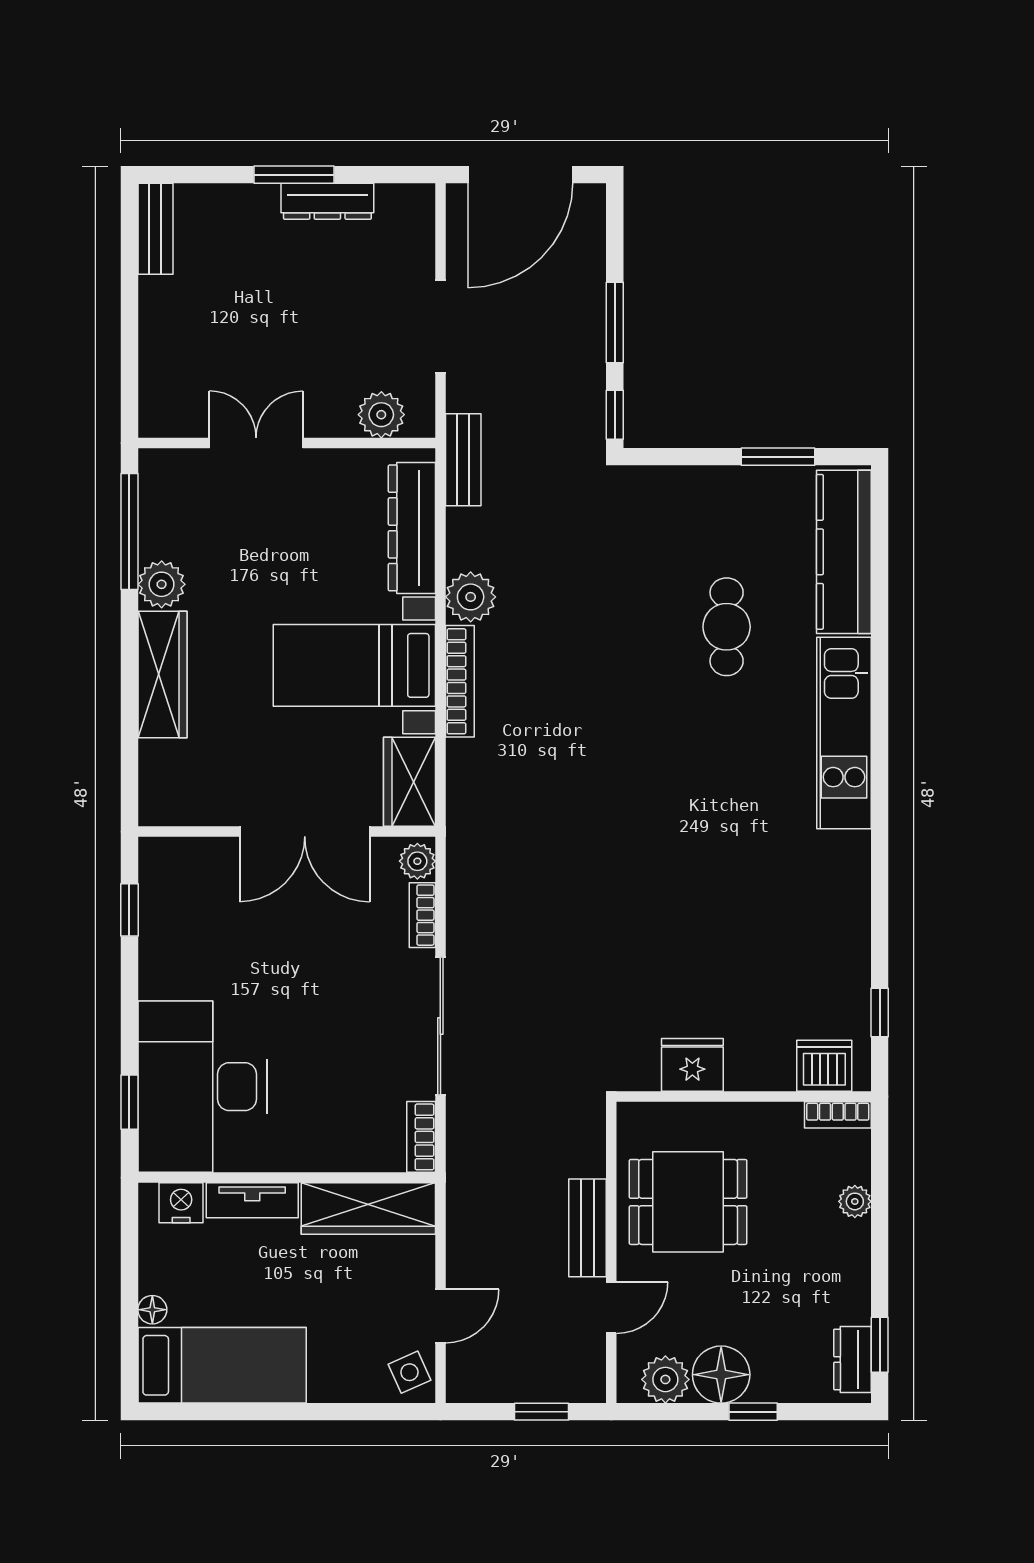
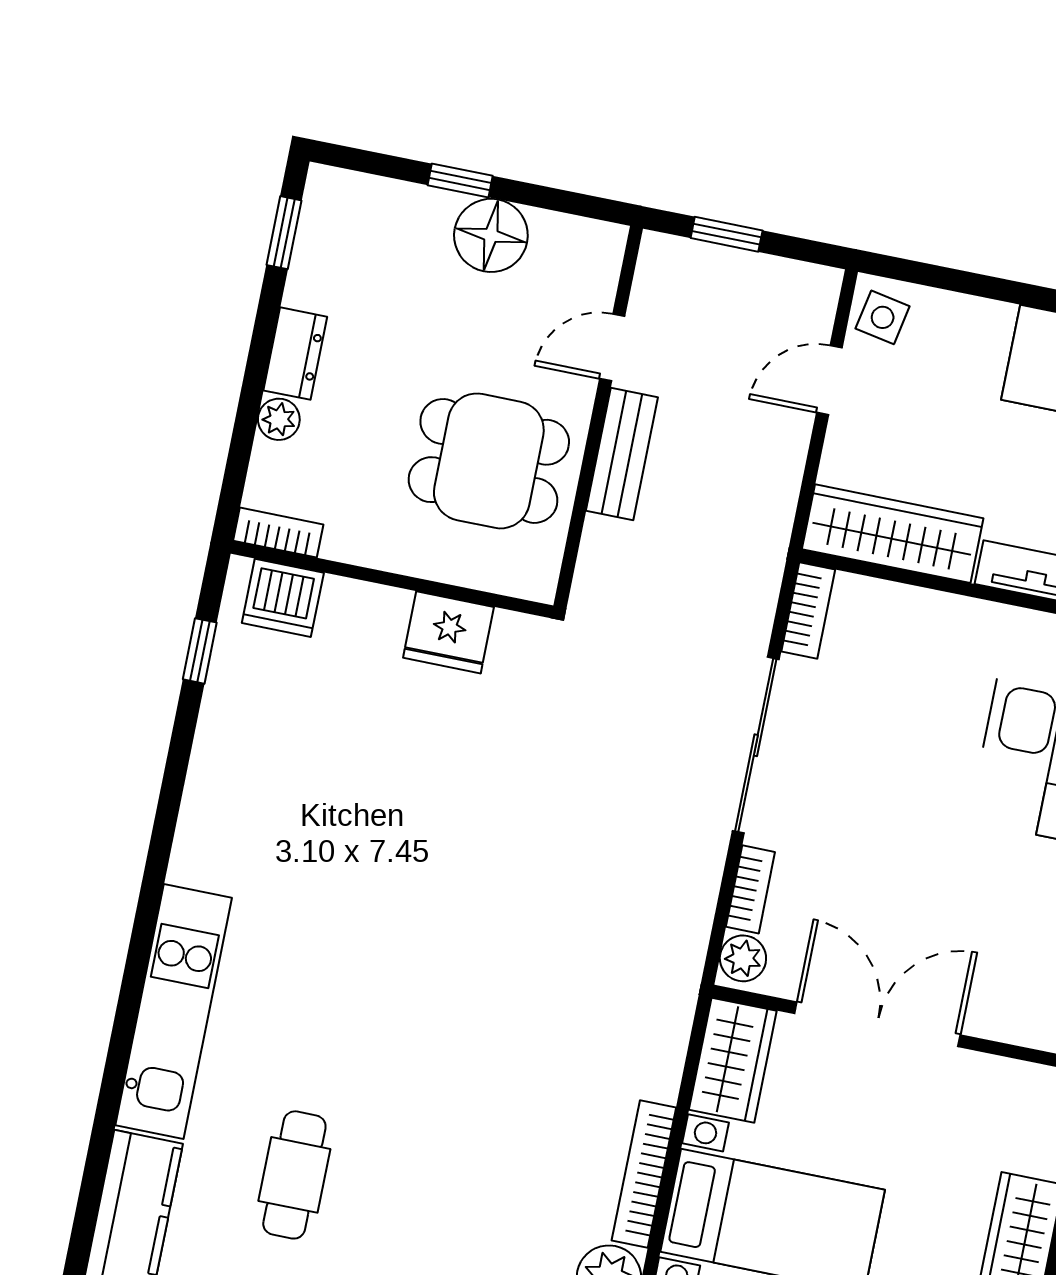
dresser: (852, 1359) -> (295, 354), moved
side table: (409, 1372) -> (883, 317), turned 35
plant: (665, 1379) -> (562, 243), removed

